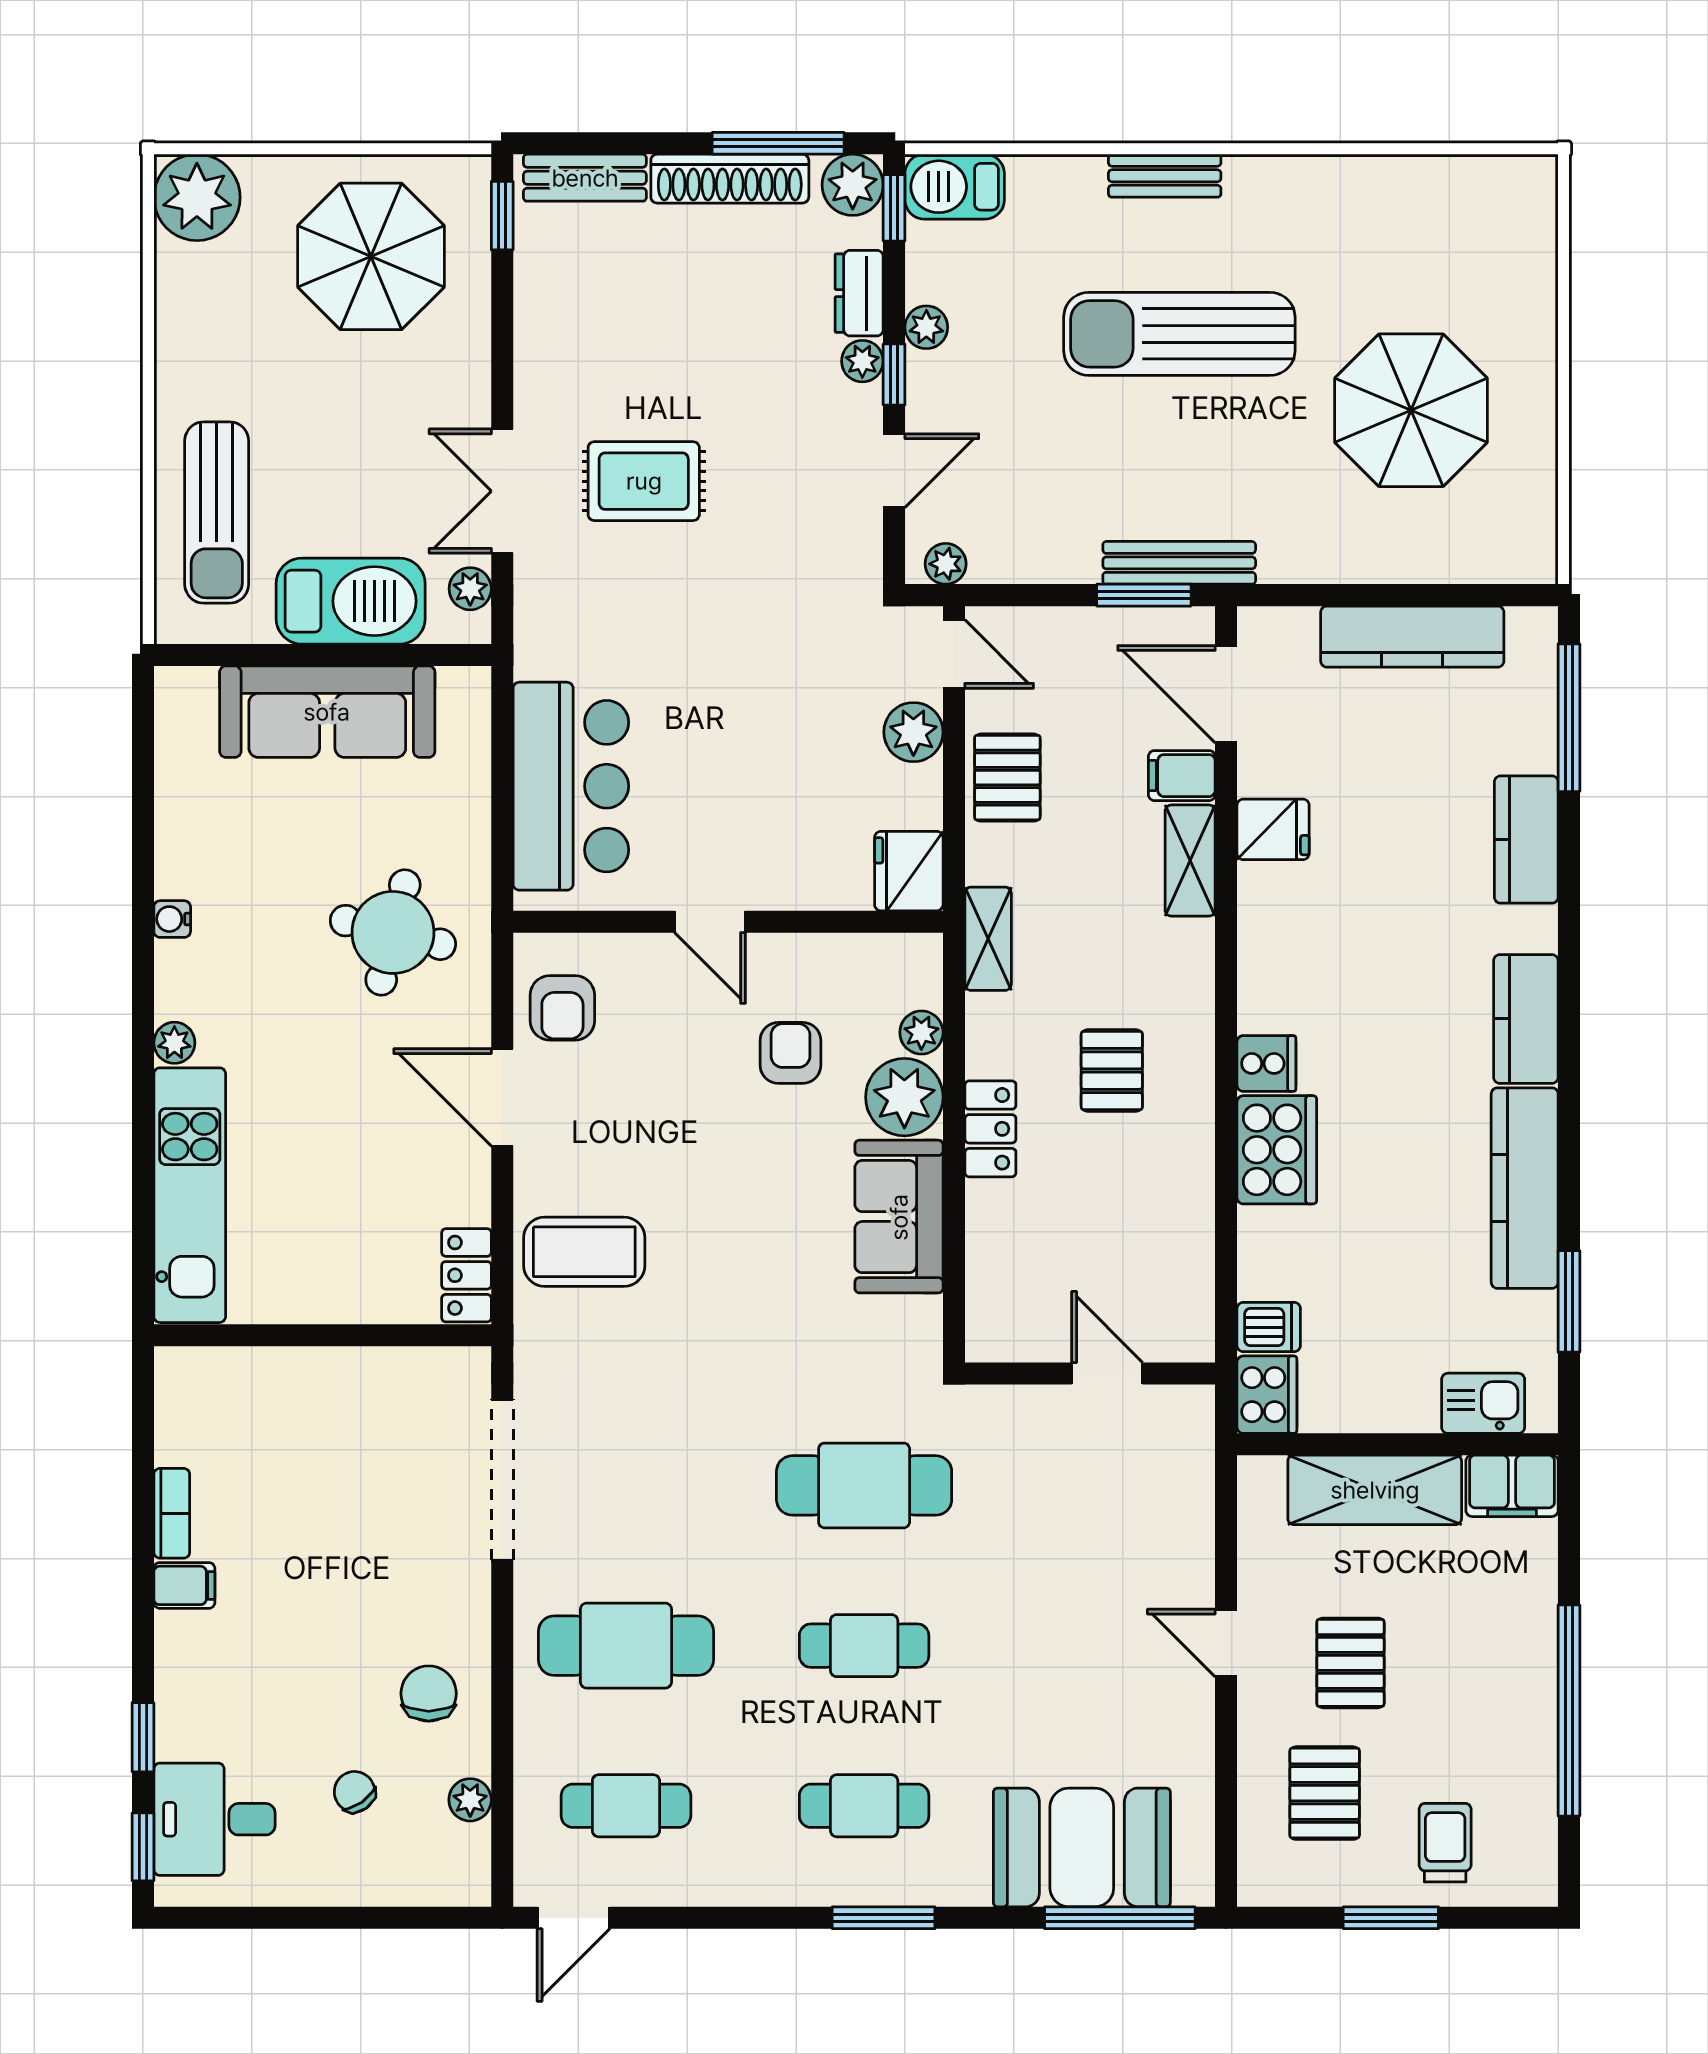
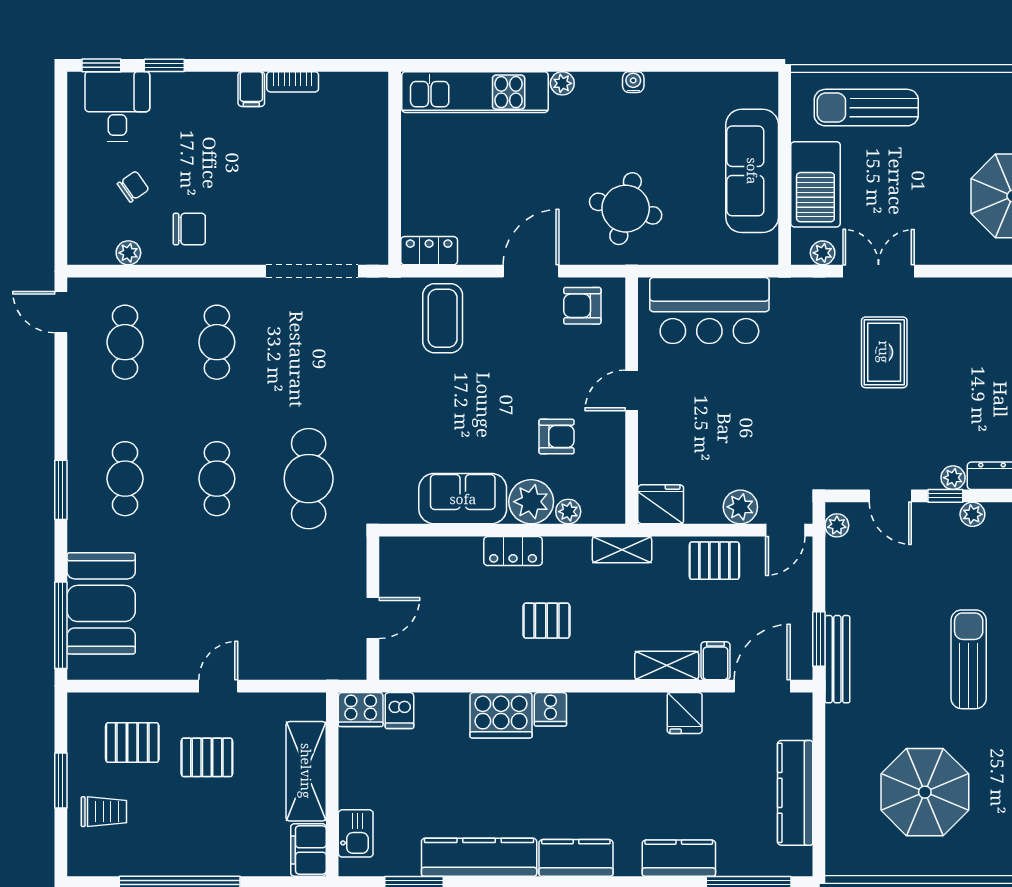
sun lounger: (1179, 334) -> (969, 659), width x0.73, depth x0.75
cafe table: (626, 1646) -> (217, 342), width x0.73, depth x0.74

